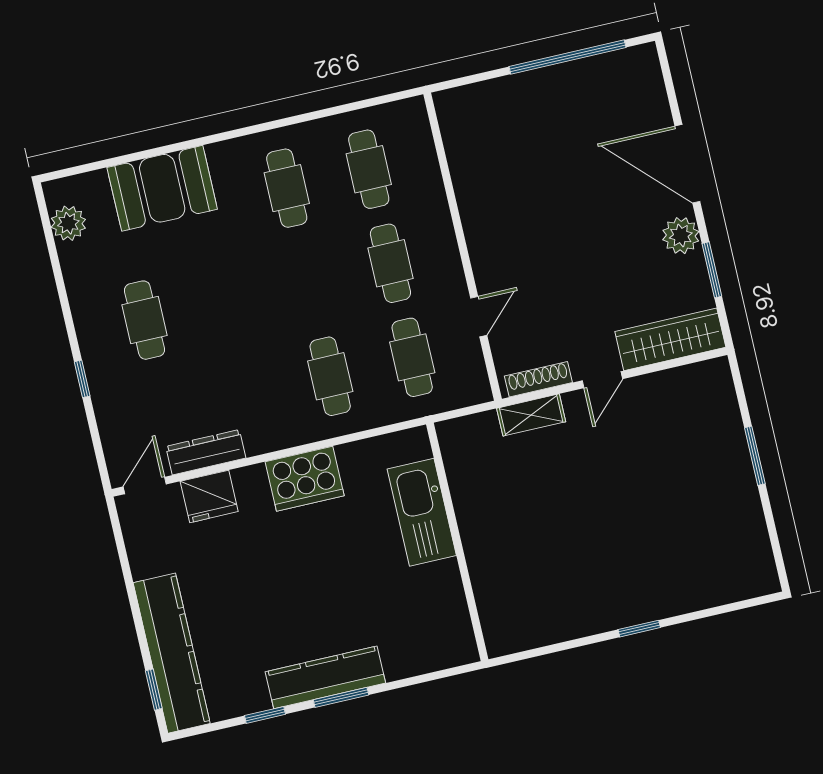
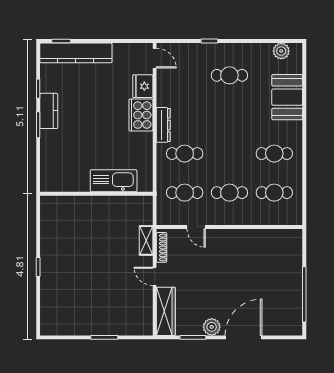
dresser: (206, 452) -> (163, 125), moved
cooker: (305, 479) -> (141, 115), moved
kitchen counter: (325, 677) -> (49, 111), width x0.67

